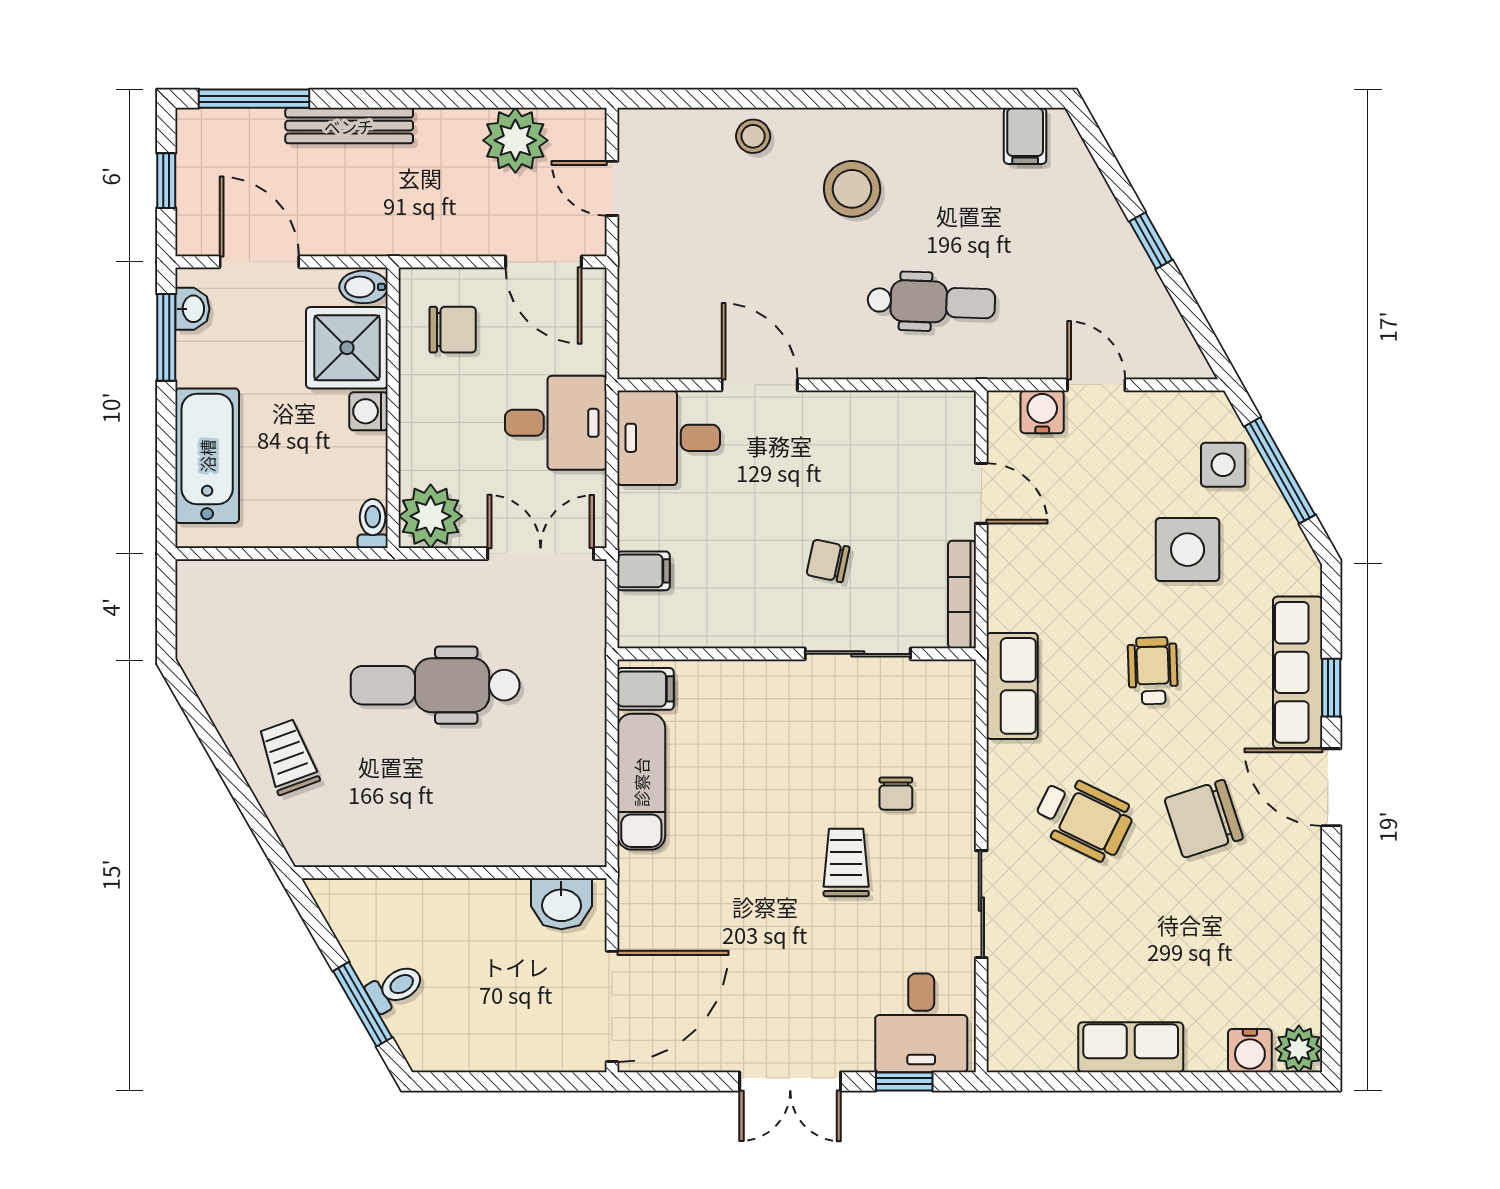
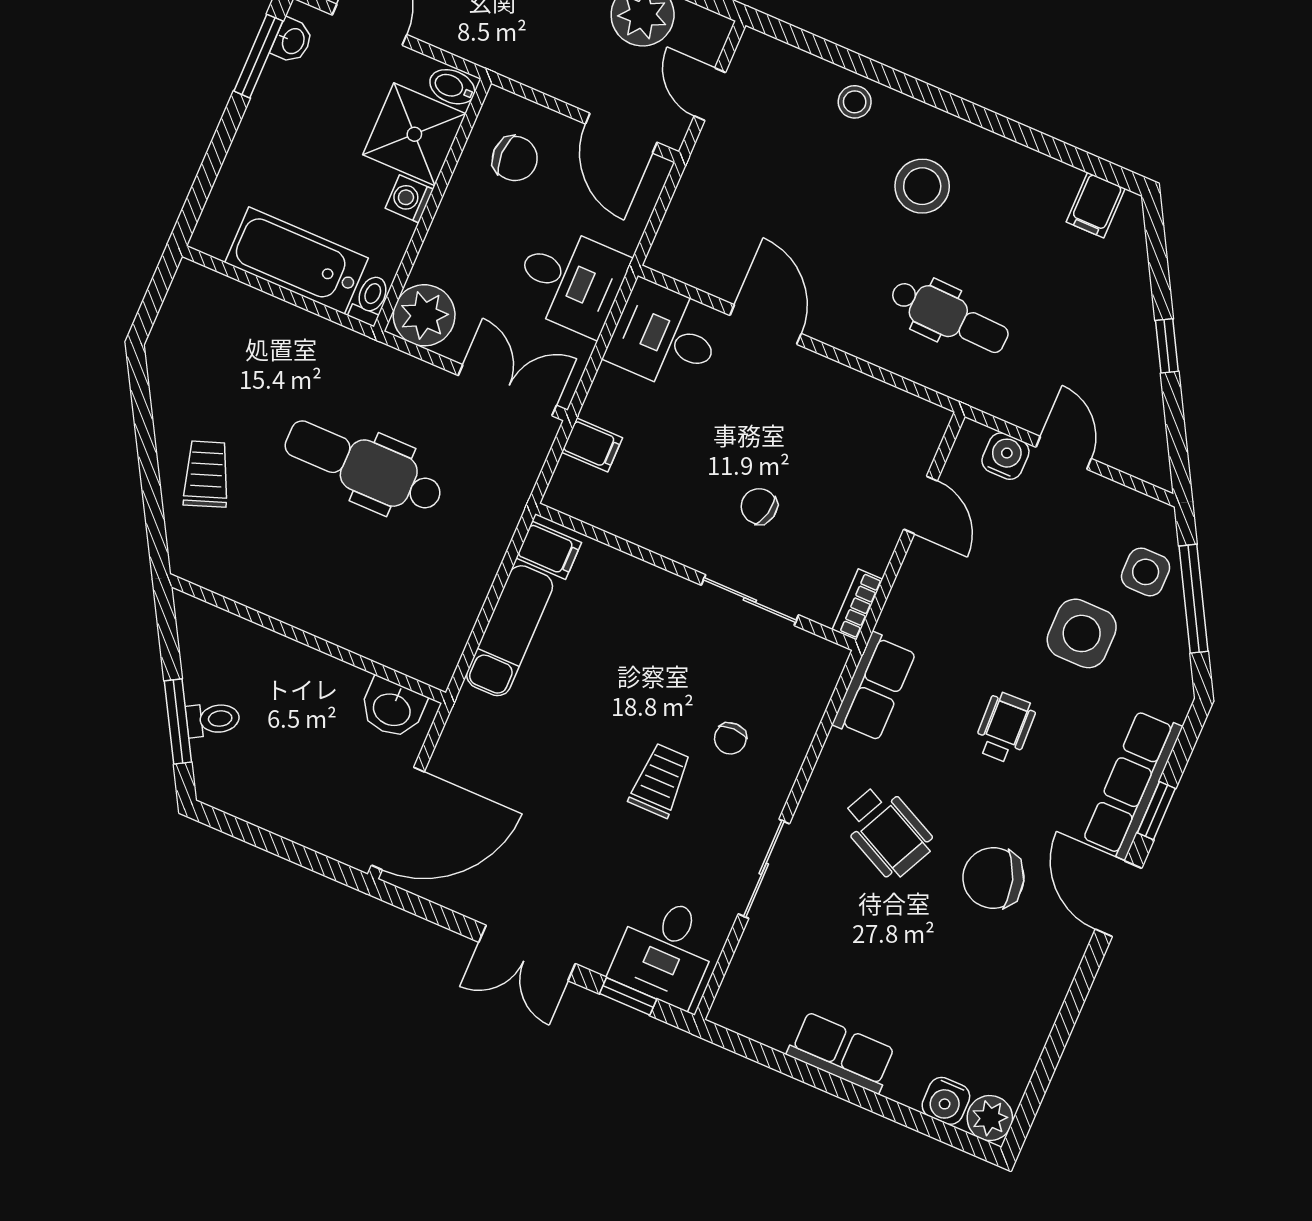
bathtub: (207, 456) -> (297, 260), moved, turned -90
bookcase: (962, 595) -> (857, 604), width x0.64

